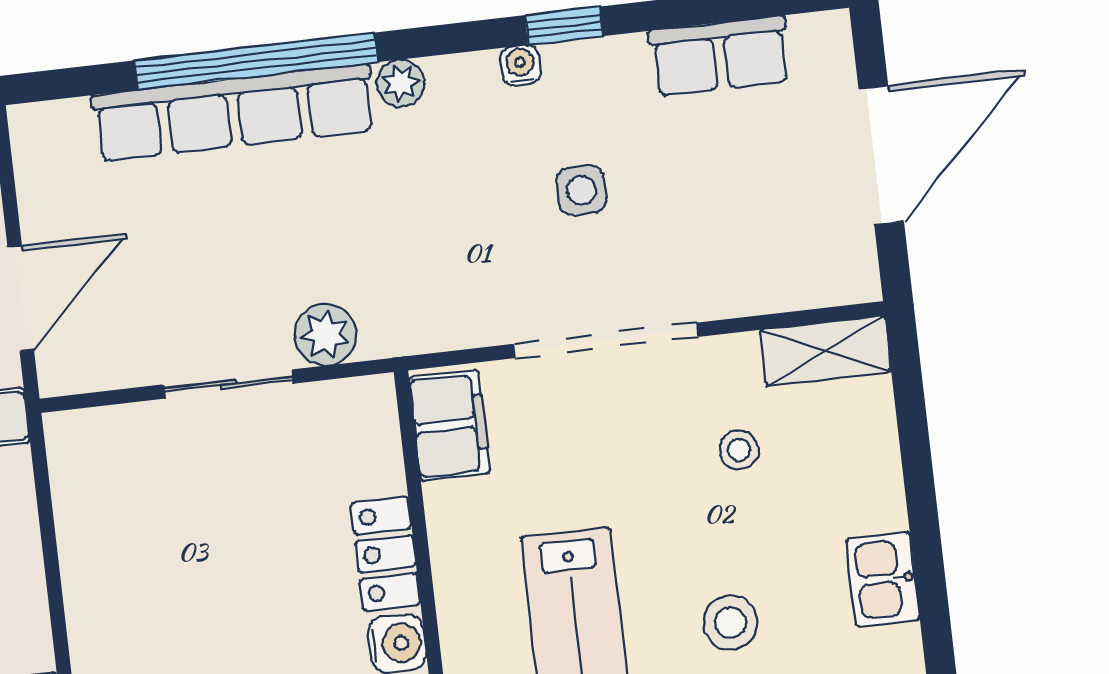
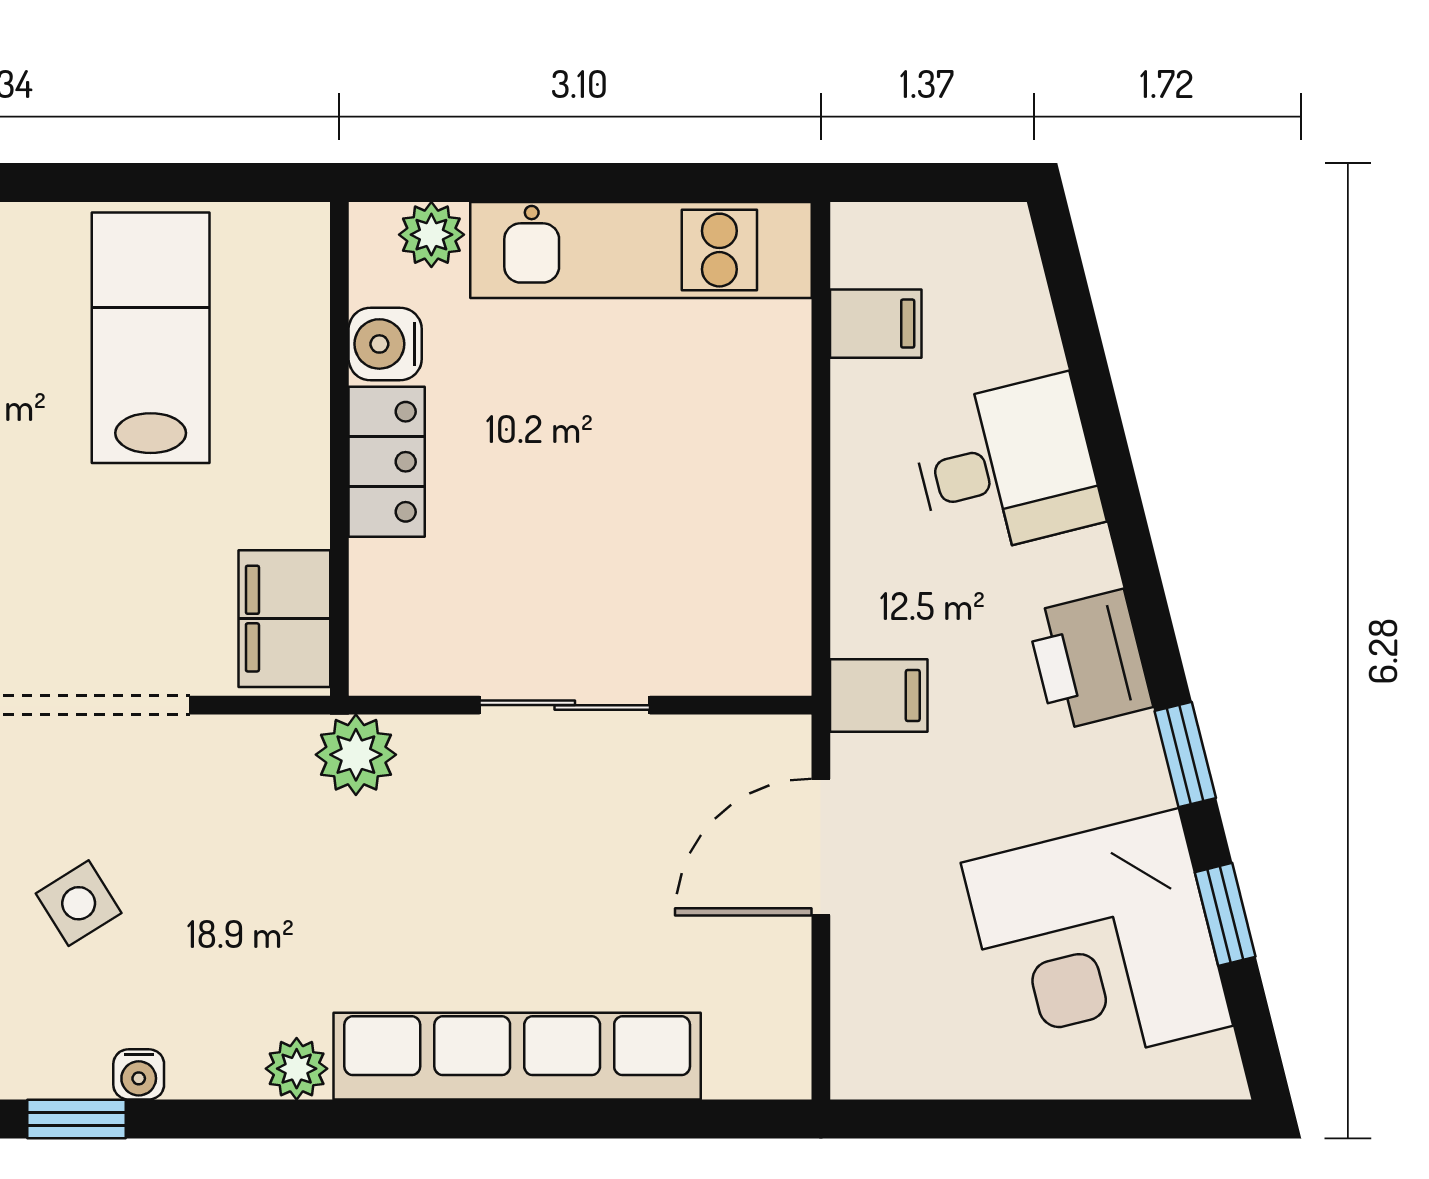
window: (256, 61) -> (481, 1119), removed
side table: (581, 190) -> (79, 903), turned -32
plant: (325, 335) -> (356, 755), moved

